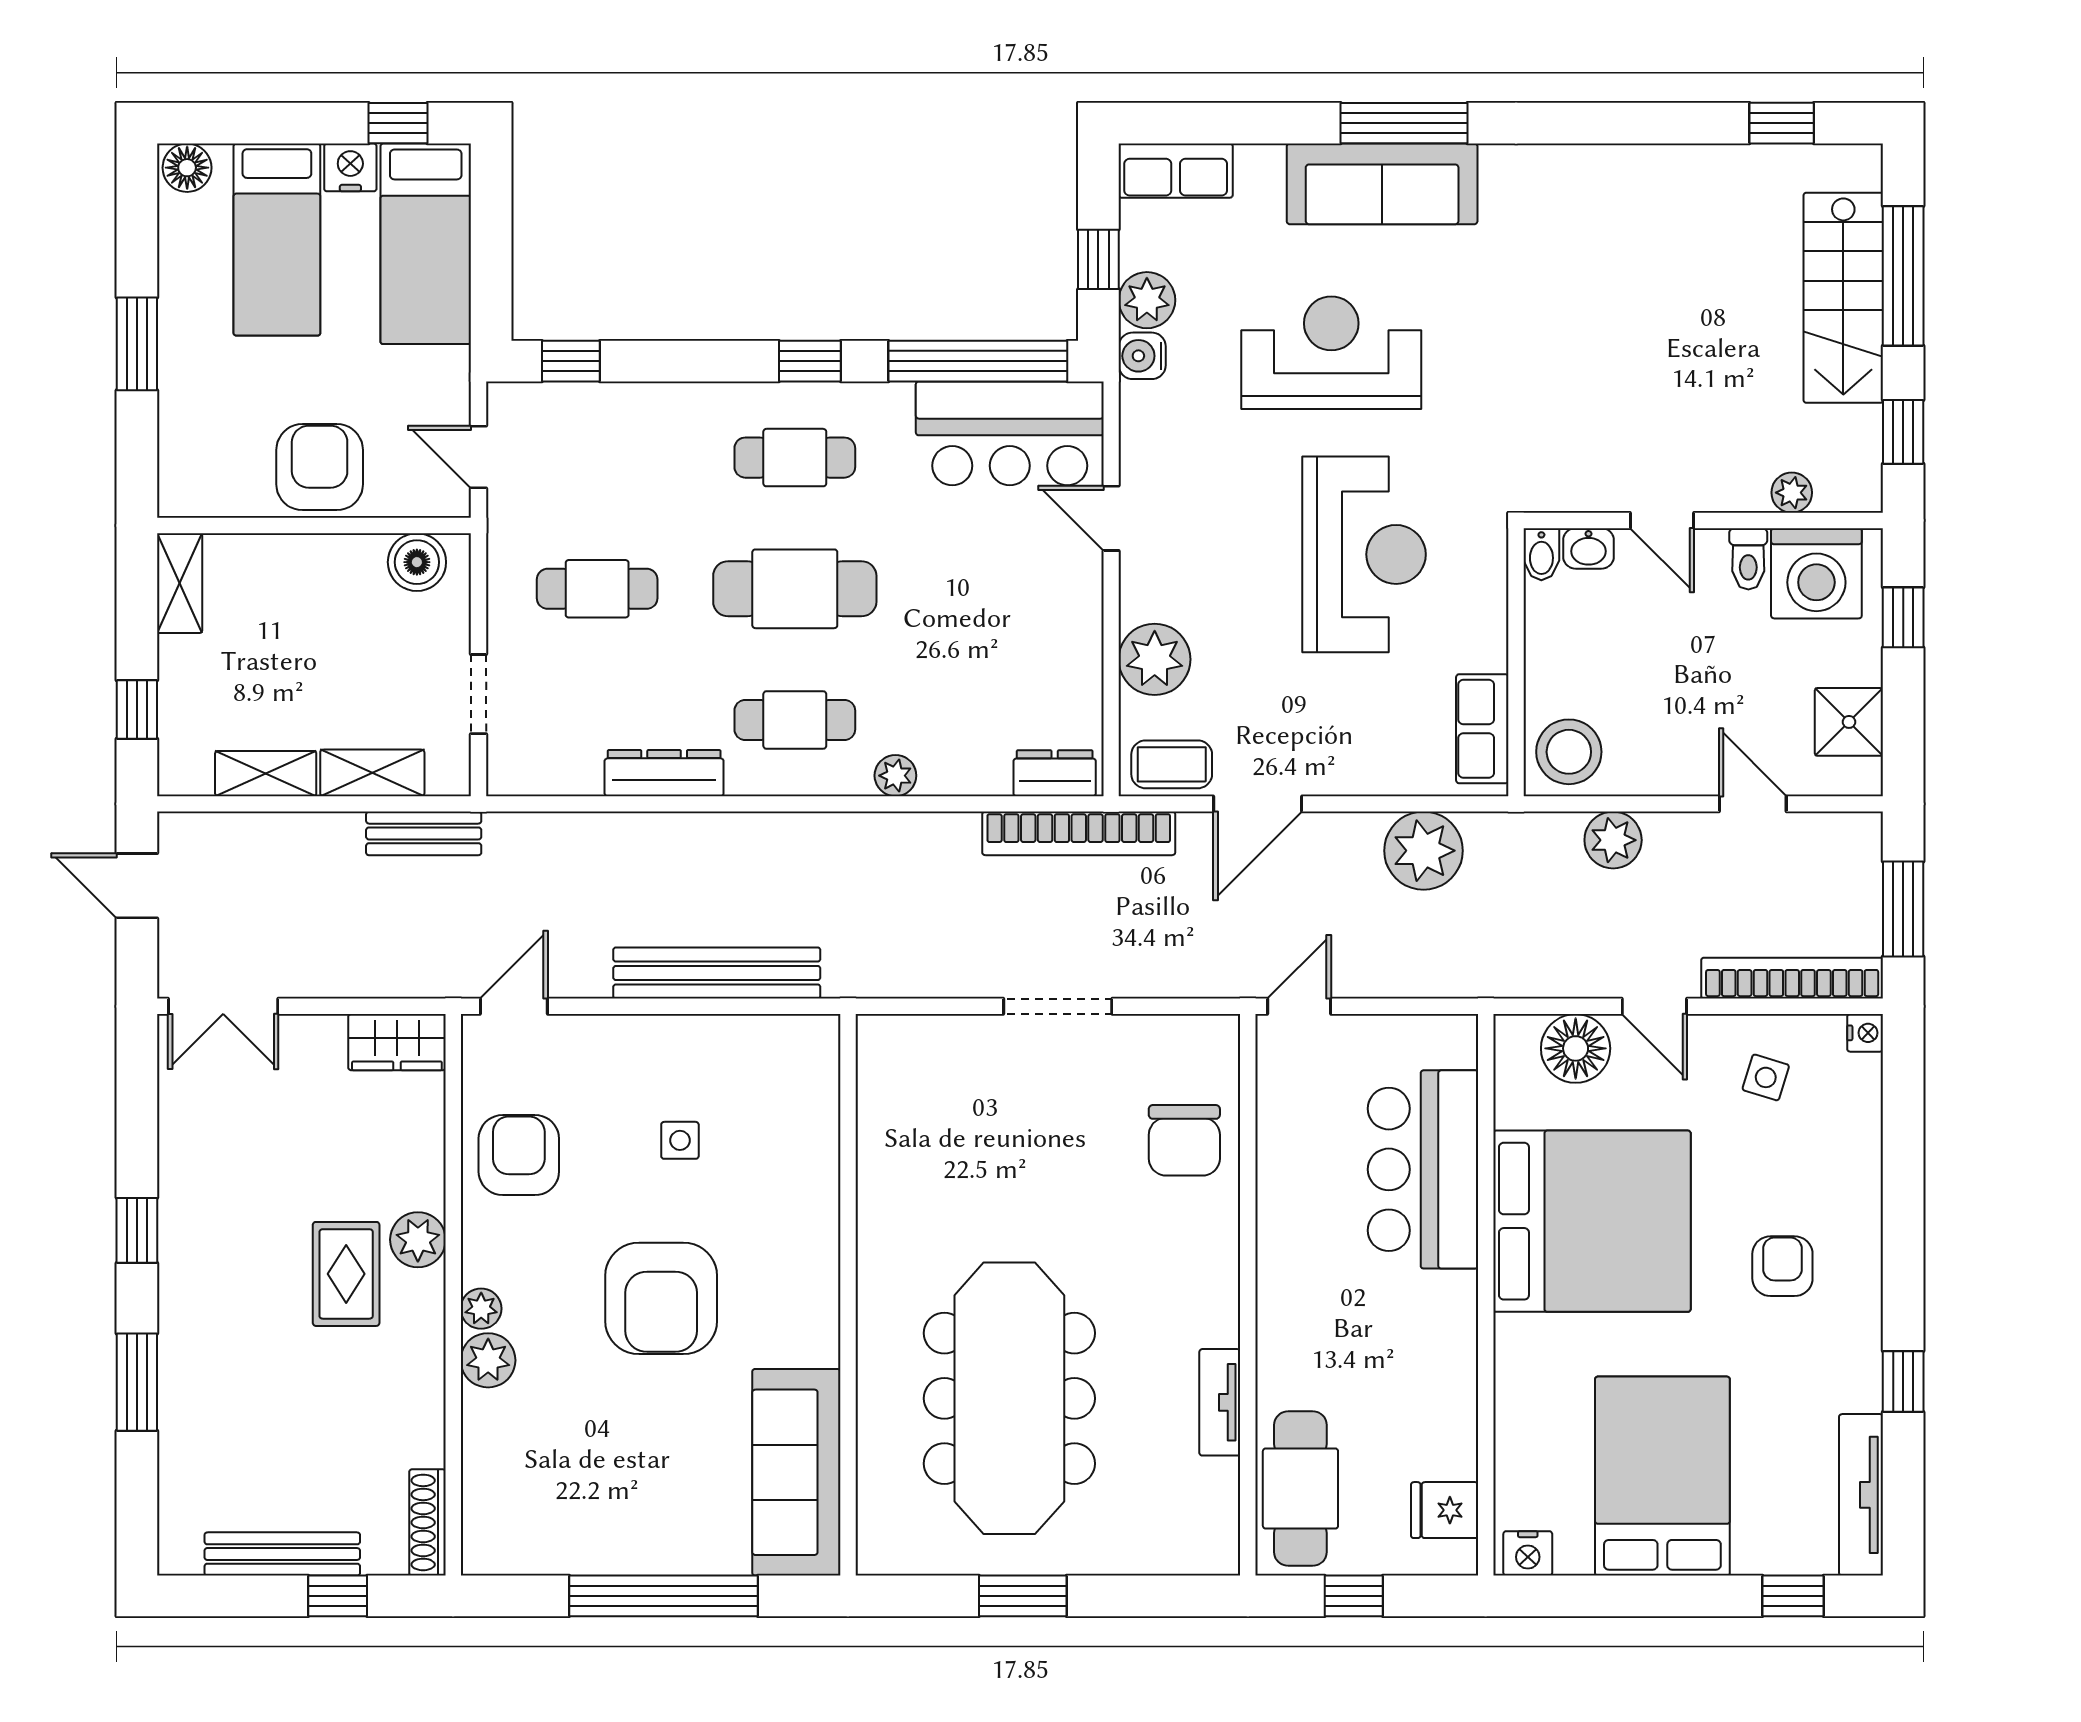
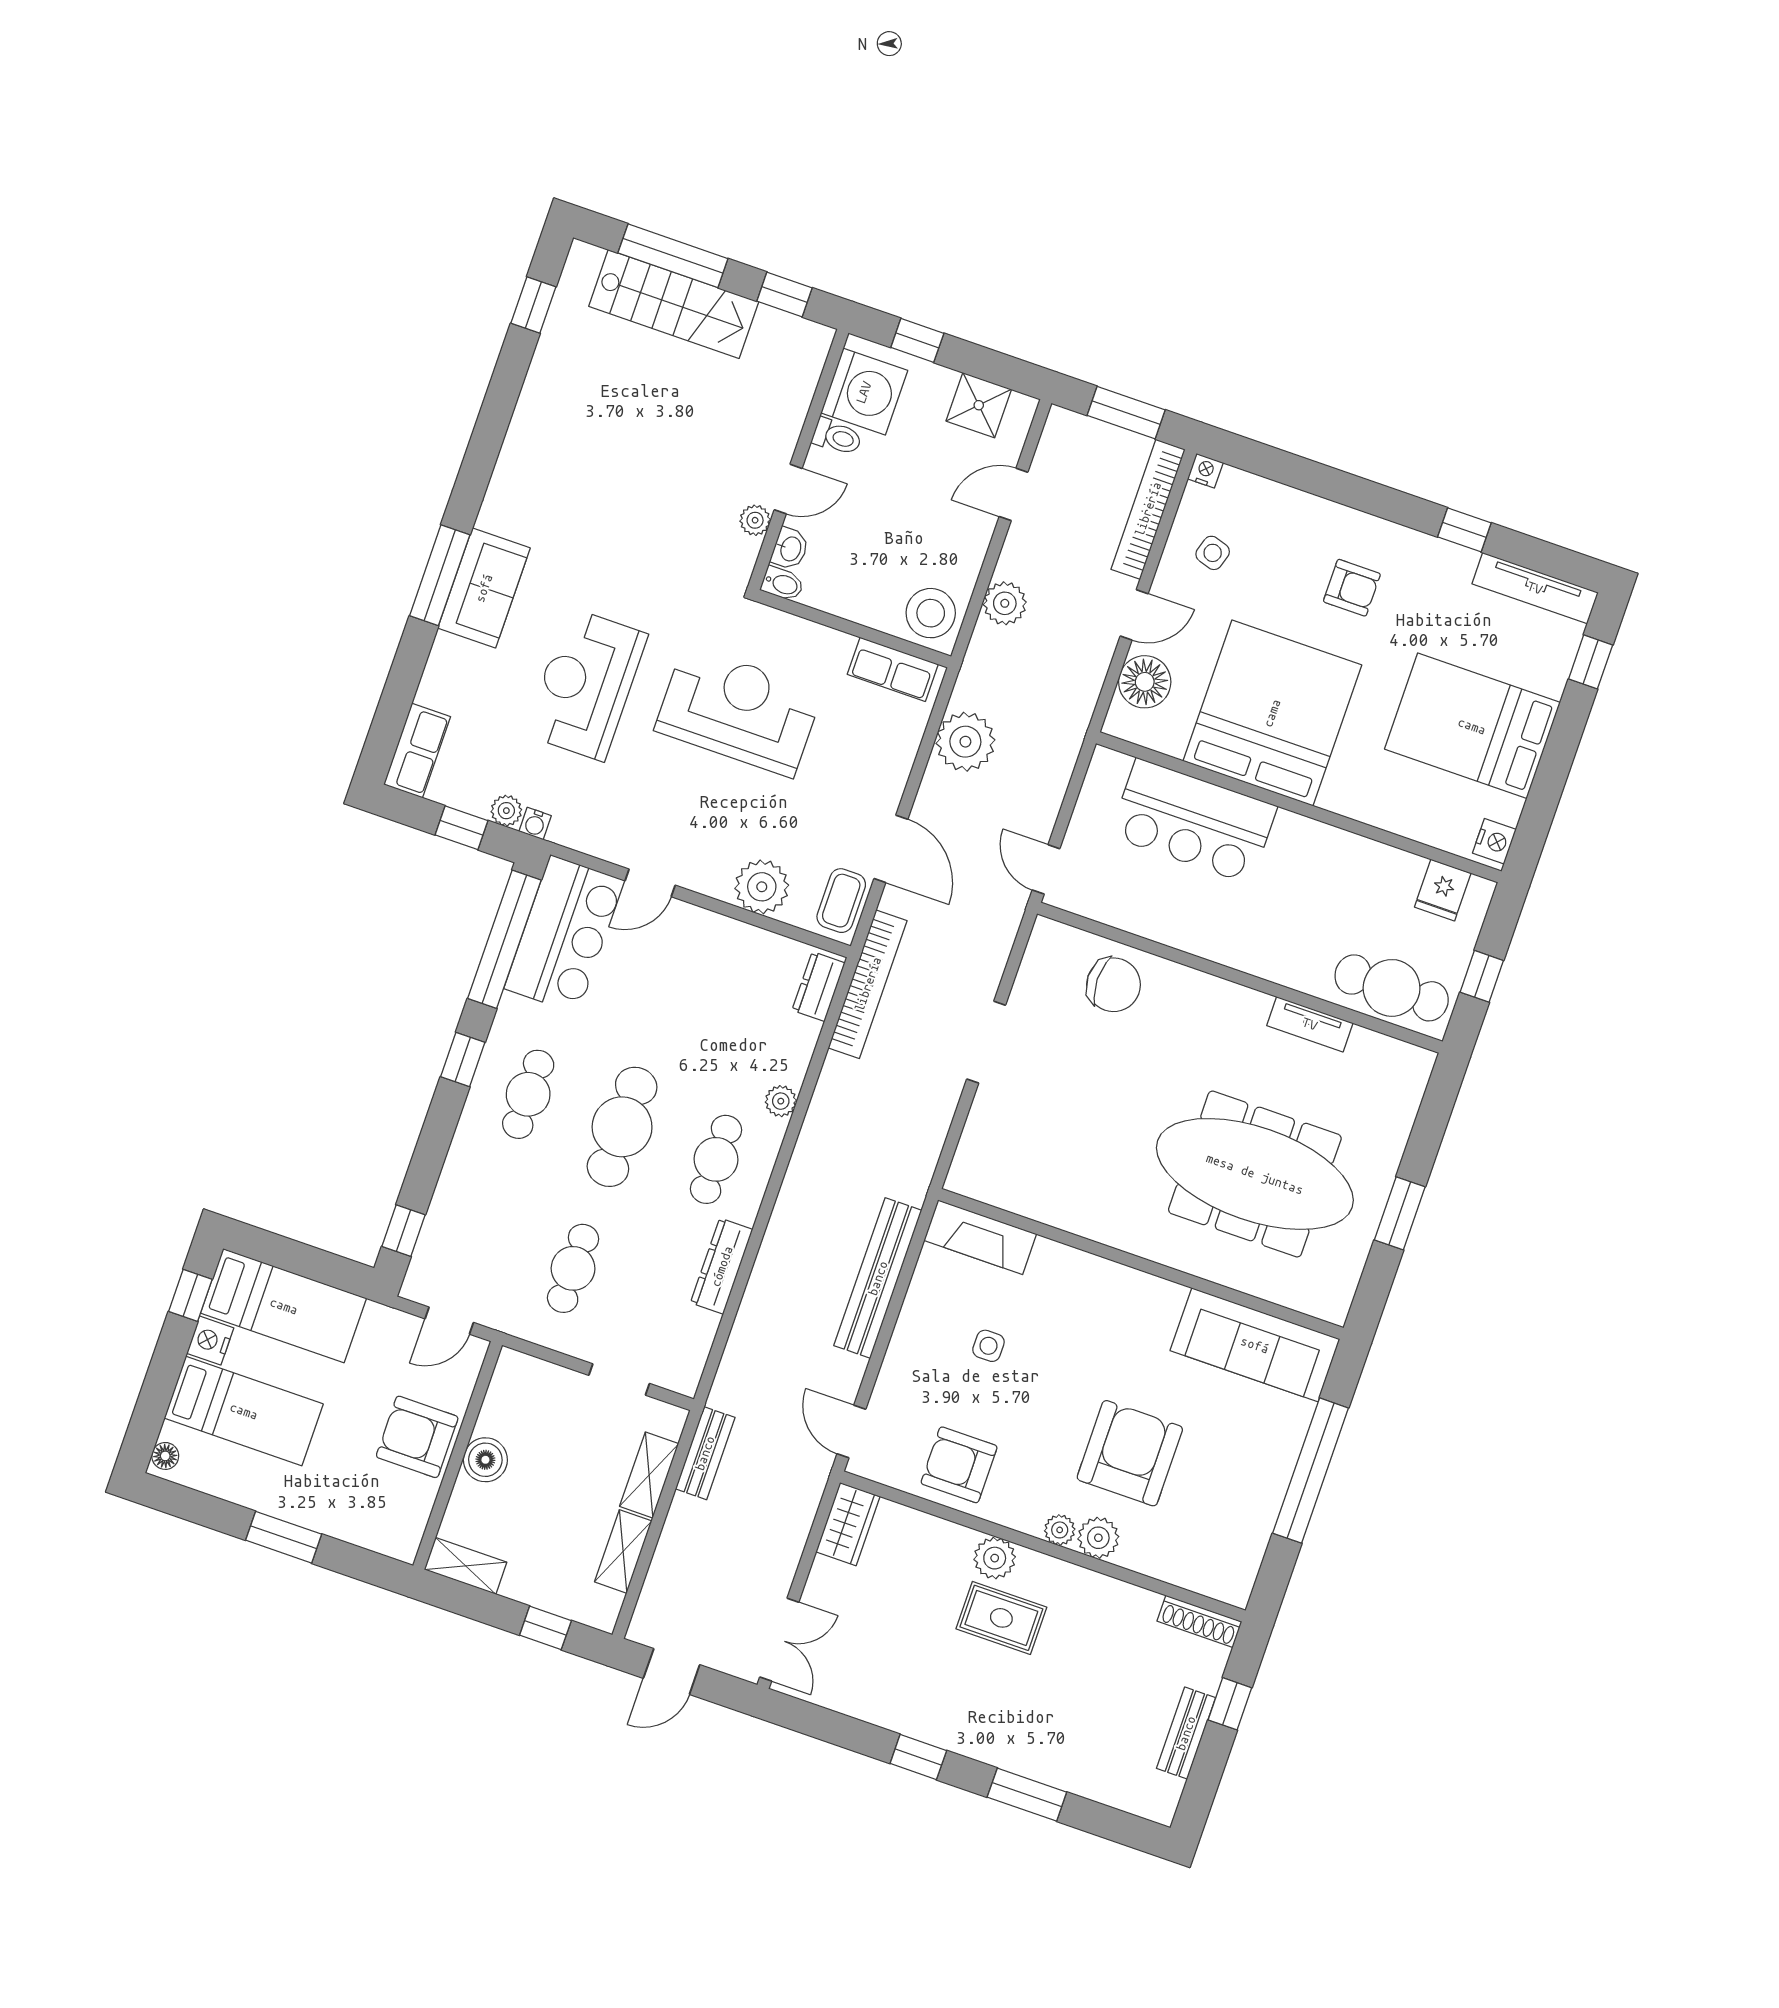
floor lamp: (187, 168) -> (165, 1456), width x0.73, depth x0.73
sofa: (1382, 184) -> (484, 588), width x0.73
plant: (1147, 300) -> (506, 811), width x0.73, depth x0.73
water cooler: (1142, 356) -> (535, 823), width x0.72, depth x0.72
plant: (1792, 493) -> (755, 520), moved
boiler: (417, 562) -> (485, 1460), moved
fireplace: (812, 1083) -> (980, 1237), added
armchair: (1782, 1266) -> (1352, 588), turned 180
armchair: (661, 1298) -> (1130, 1453), moved, turned -90
bench: (282, 1554) -> (1186, 1733), width x0.73

